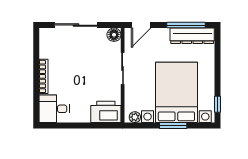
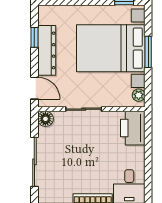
window: (186, 25) -> (34, 37), width x0.46
dresser: (192, 36) -> (47, 50), moved

